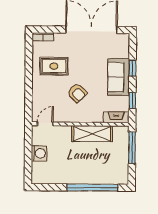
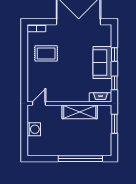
armchair: (77, 93) -> (66, 77), removed
window: (132, 148) -> (114, 124), width x0.69

